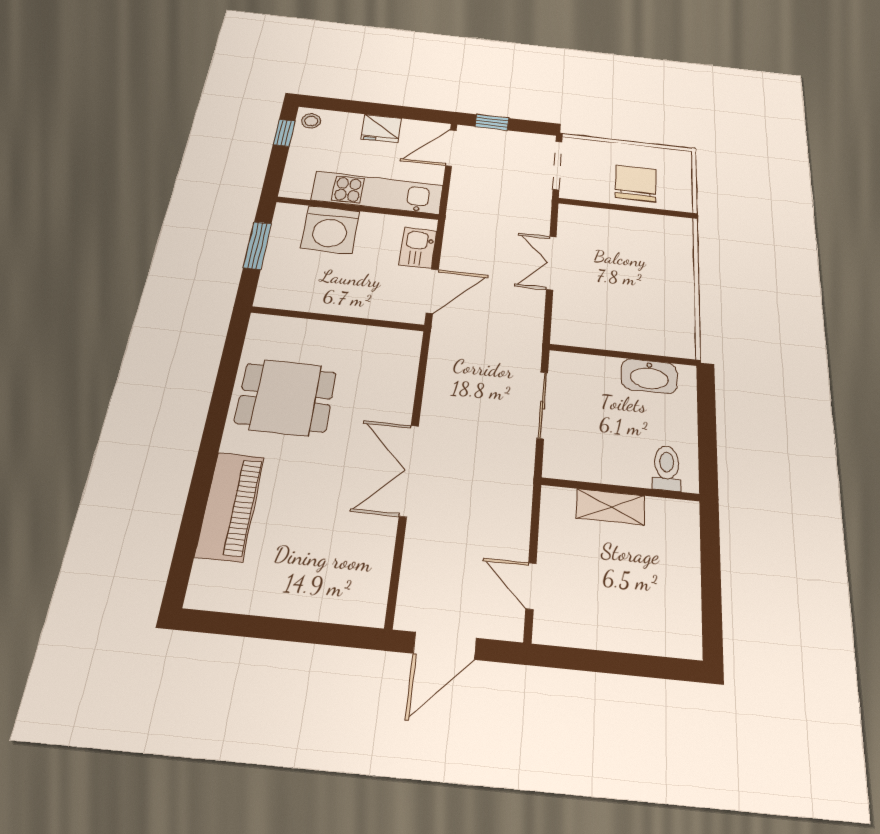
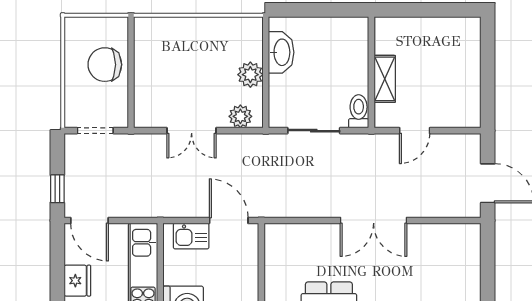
doorway: (557, 165) -> (95, 131), width x0.73
plant: (566, 319) -> (240, 116), added
plant: (620, 336) -> (250, 75), added
toilet: (667, 468) -> (359, 111), moved, turned 90
door: (531, 586) -> (415, 131), moved

